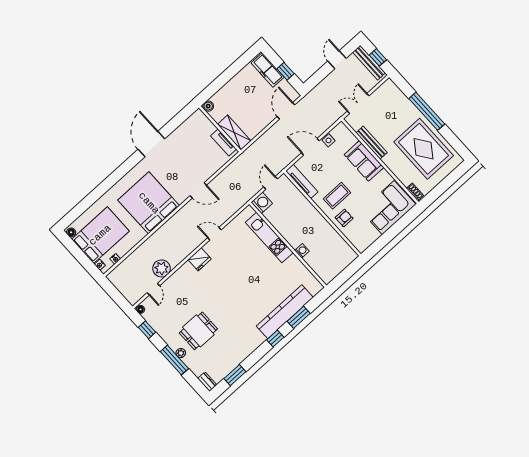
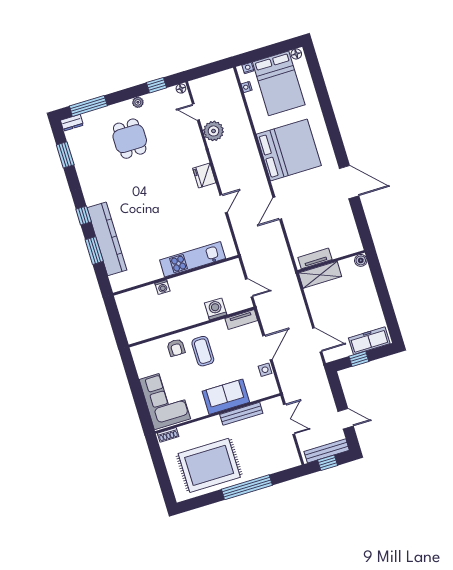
tv unit: (302, 181) -> (241, 320), width x0.71
washing machine: (262, 203) -> (216, 309), moved, turned 180
plant: (181, 353) -> (138, 102), moved
window: (174, 360) -> (88, 106), moved

